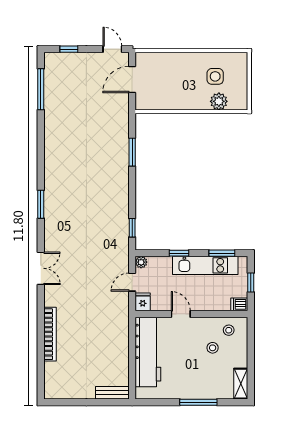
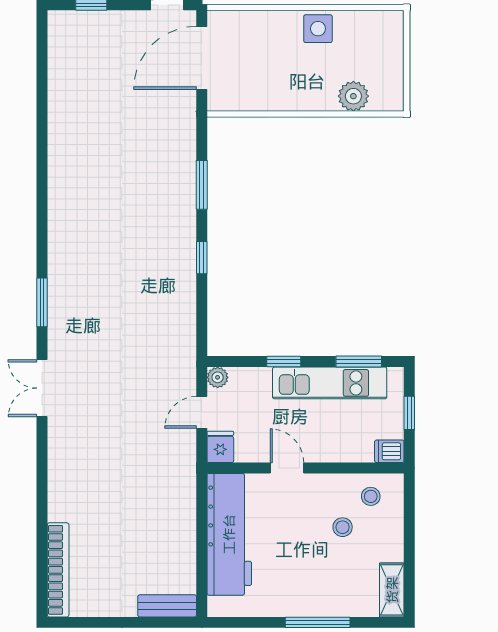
side table: (215, 76) -> (318, 29), moved
door: (132, 79) -> (202, 58), width x1.36
window: (41, 89) -> (42, 75), removed
window: (41, 204) -> (42, 302), moved
window: (132, 228) -> (202, 258), moved
double door: (41, 268) -> (42, 388), swing flipped
bookcase: (50, 334) -> (58, 570), moved

